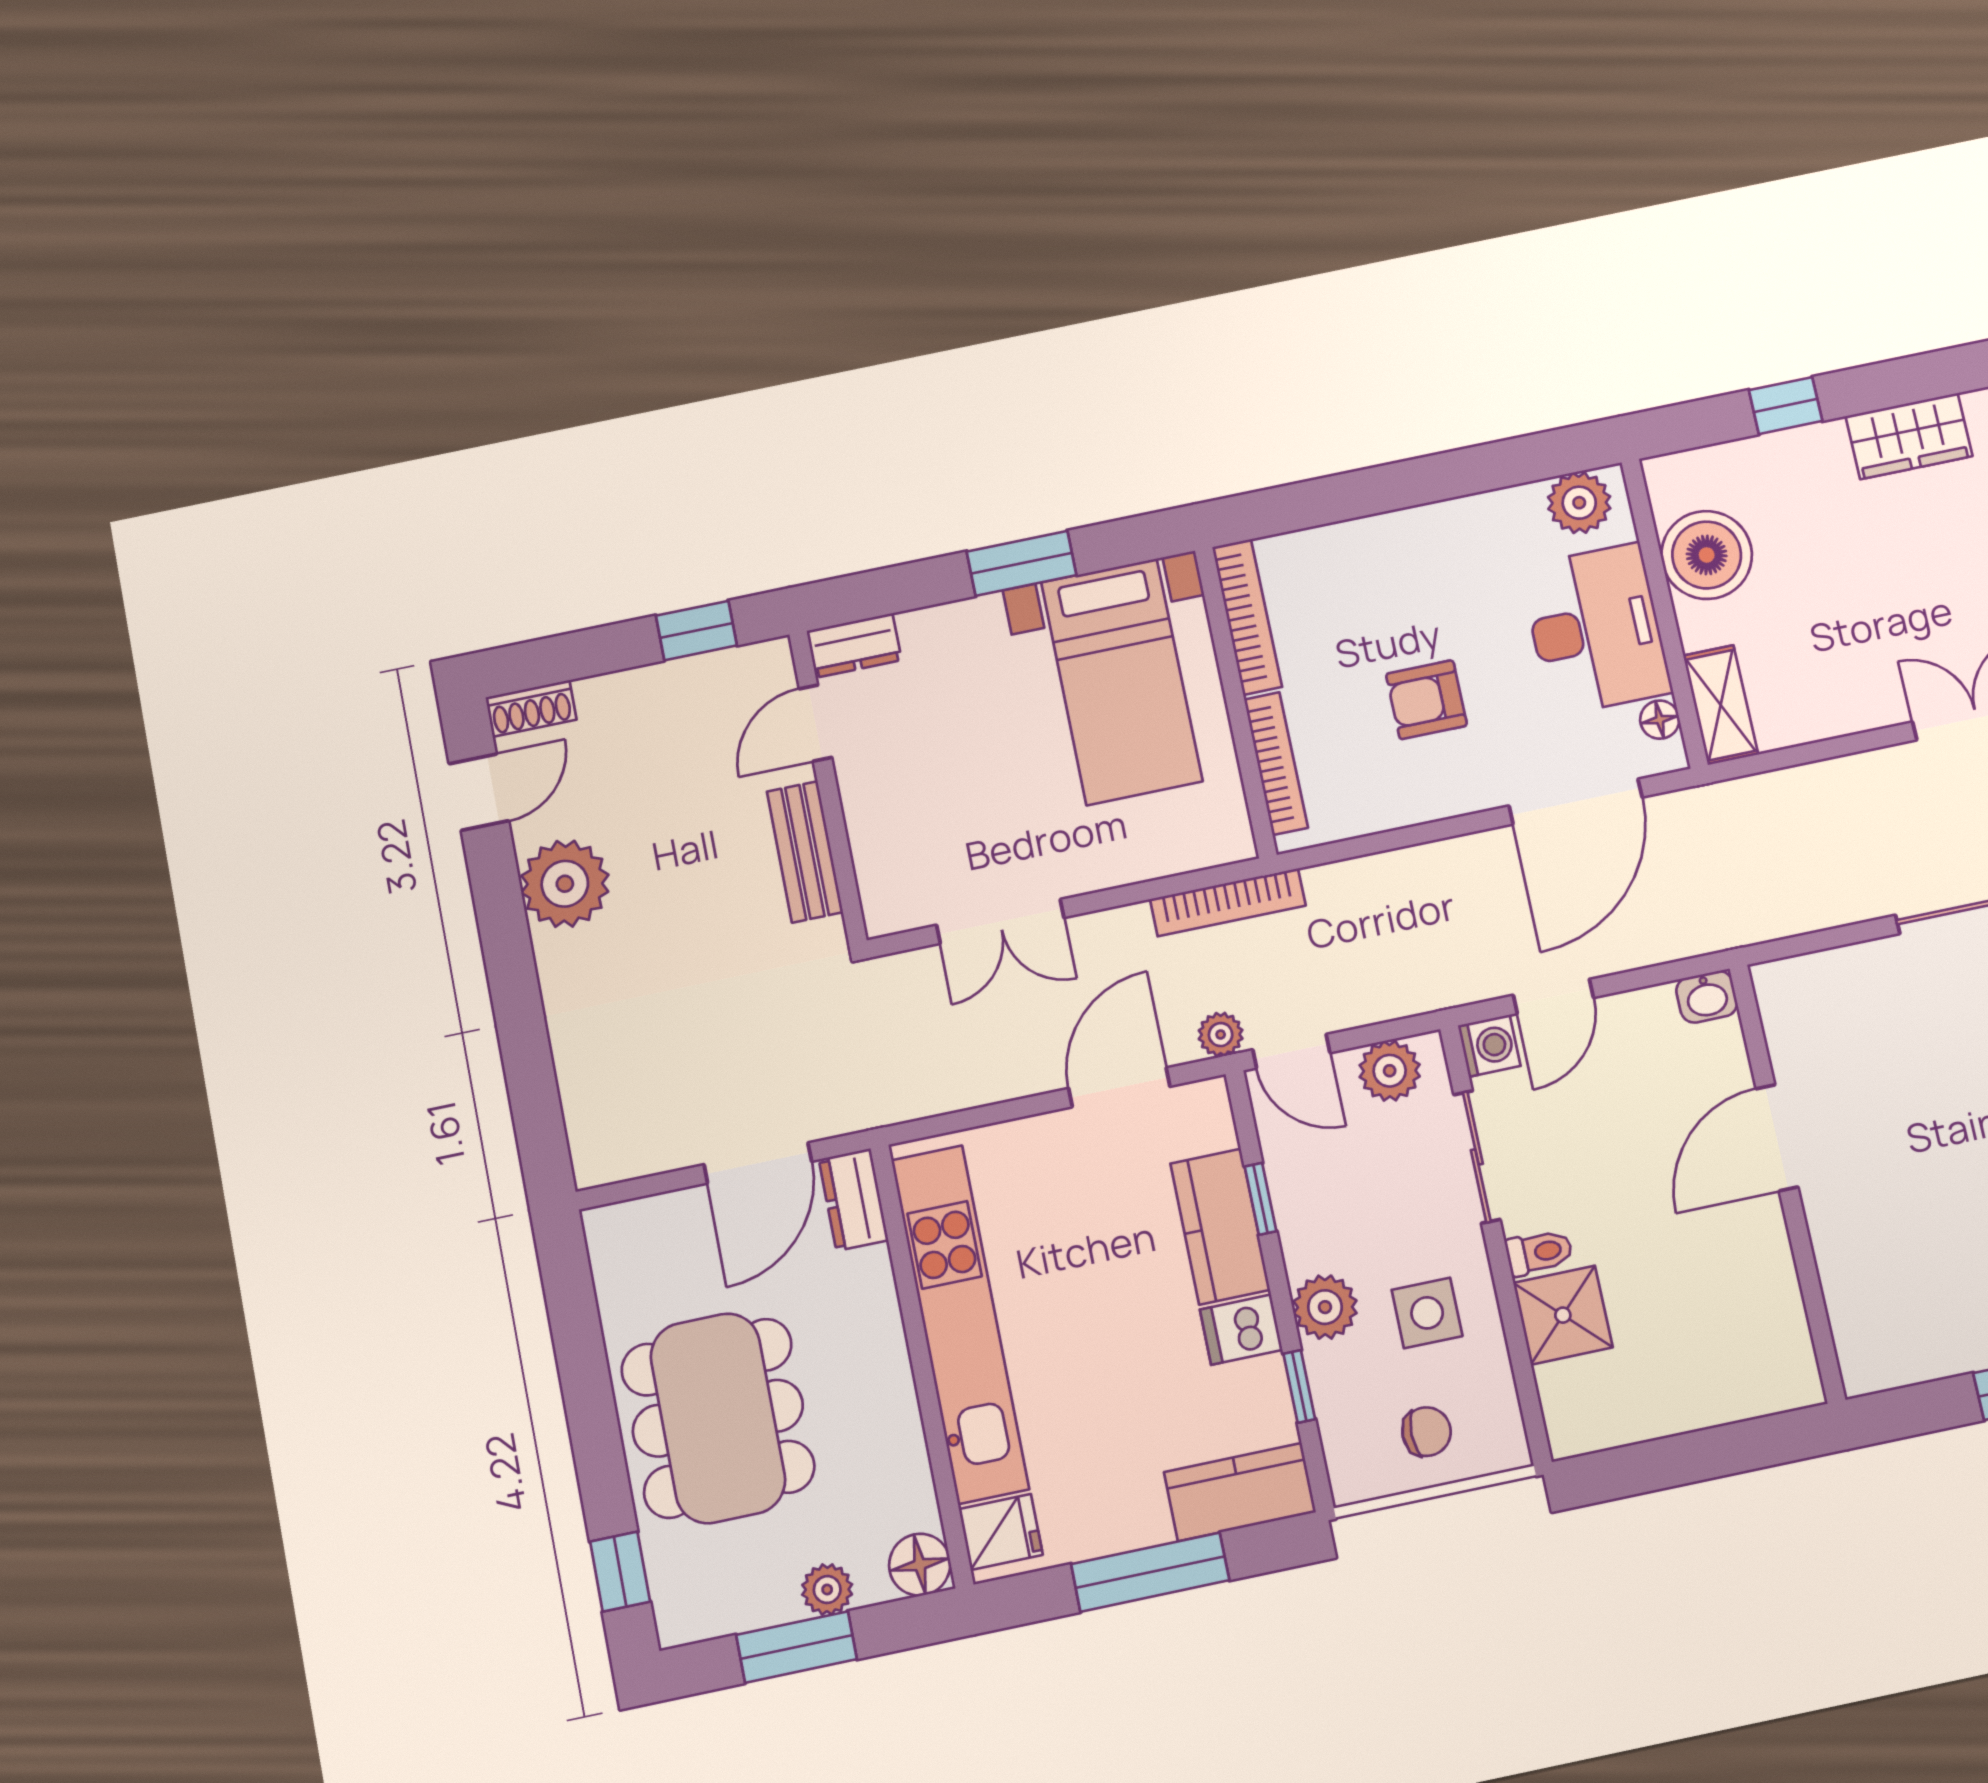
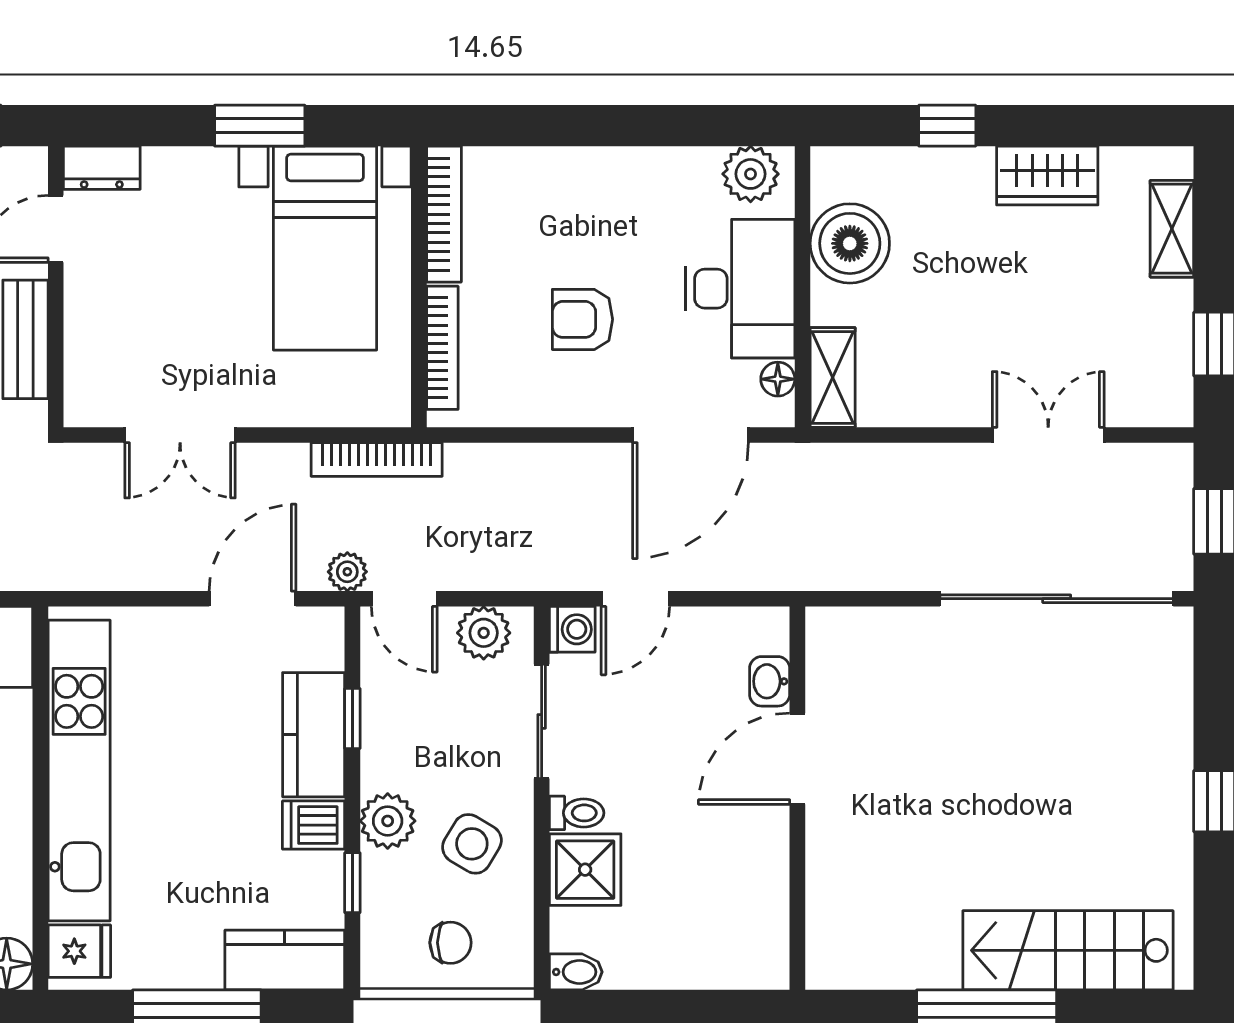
washbasin: (1707, 997) -> (770, 681), moved, turned 90
side table: (1427, 1313) -> (472, 844), turned 31
bidet: (1578, 1435) -> (576, 972), added

